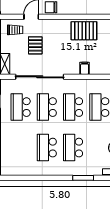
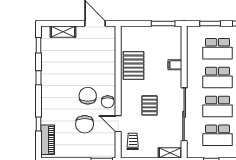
pallet: (35, 45) -> (150, 105), moved, turned 90

